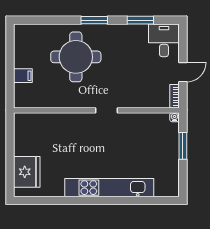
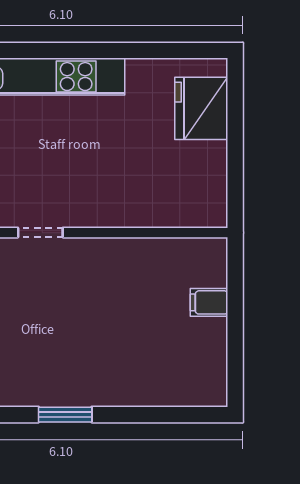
round table: (76, 57) -> (102, 340), removed

